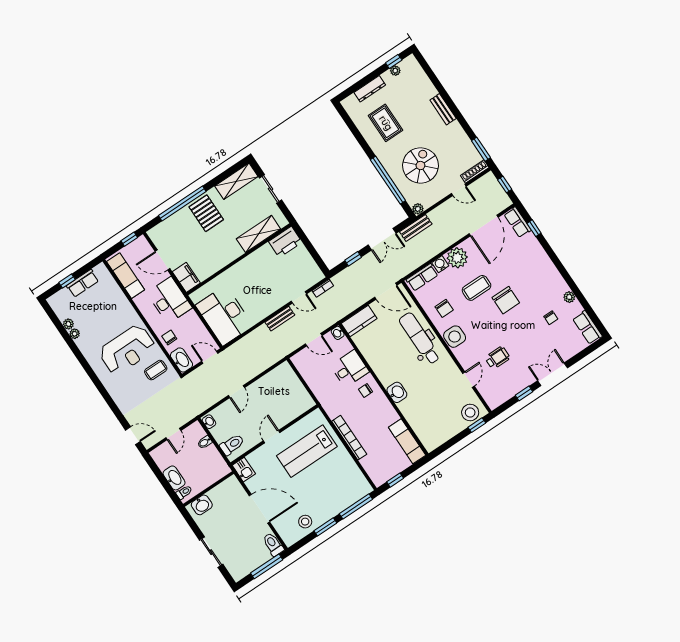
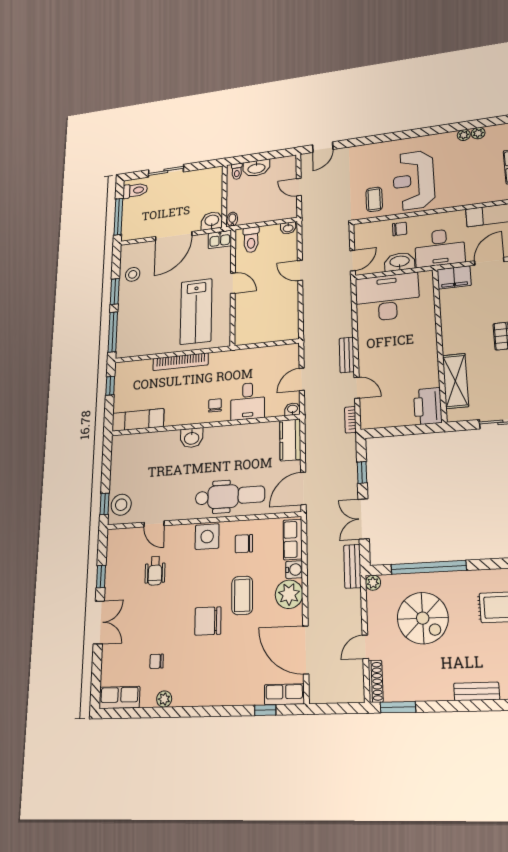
window: (505, 185) -> (338, 708), removed
door: (299, 297) -> (357, 388), swing flipped
washbasin: (181, 360) -> (400, 262), moved, turned 180
bidet: (205, 442) -> (232, 219), moved
lab bench: (307, 451) -> (196, 311), turned 180
washbasin: (202, 505) -> (212, 221), moved, turned 90
toilet: (273, 544) -> (135, 190), moved

